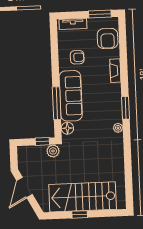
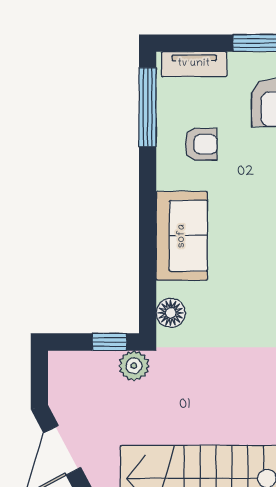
sofa: (71, 96) -> (182, 236), width x0.73
window: (57, 103) -> (148, 107), moved

